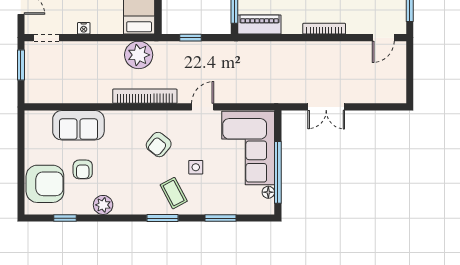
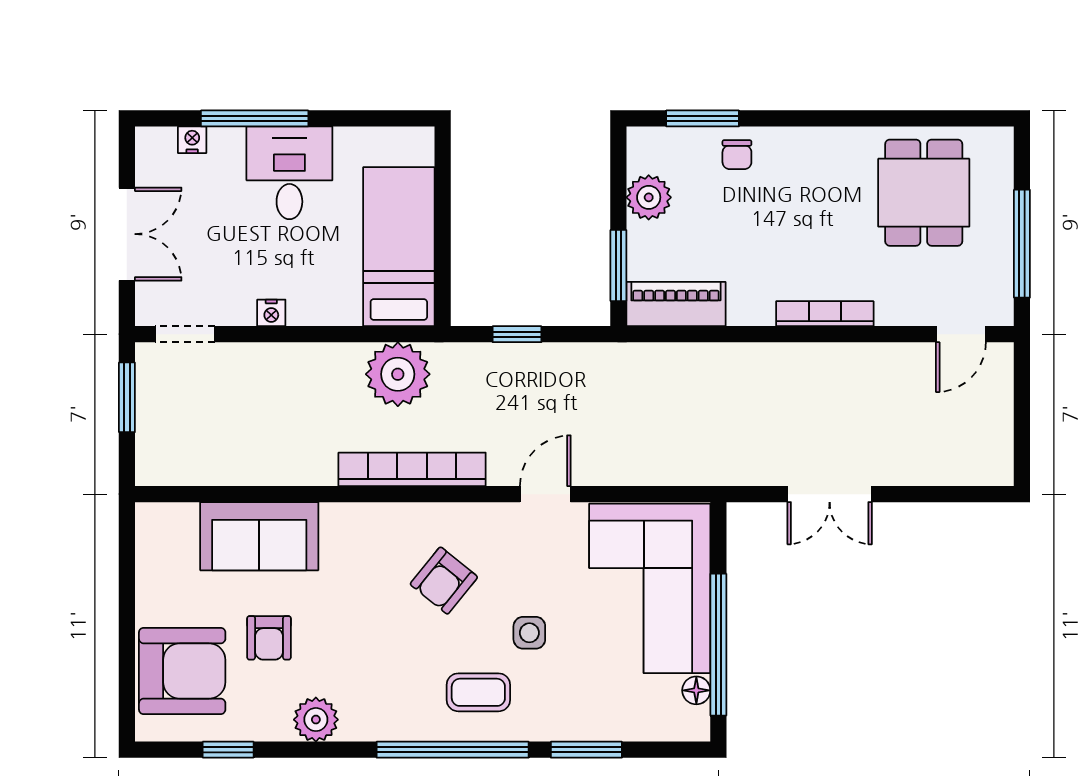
coffee table: (174, 193) -> (478, 692), turned -62
window: (162, 218) -> (453, 750), width x2.11

